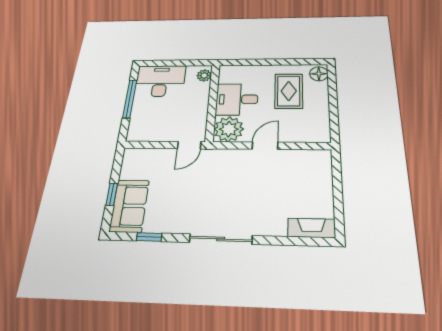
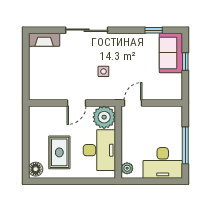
desk: (237, 99) -> (99, 150), width x1.37
side table: (226, 184) -> (103, 71), added
sliding door: (221, 239) -> (87, 30), moved

